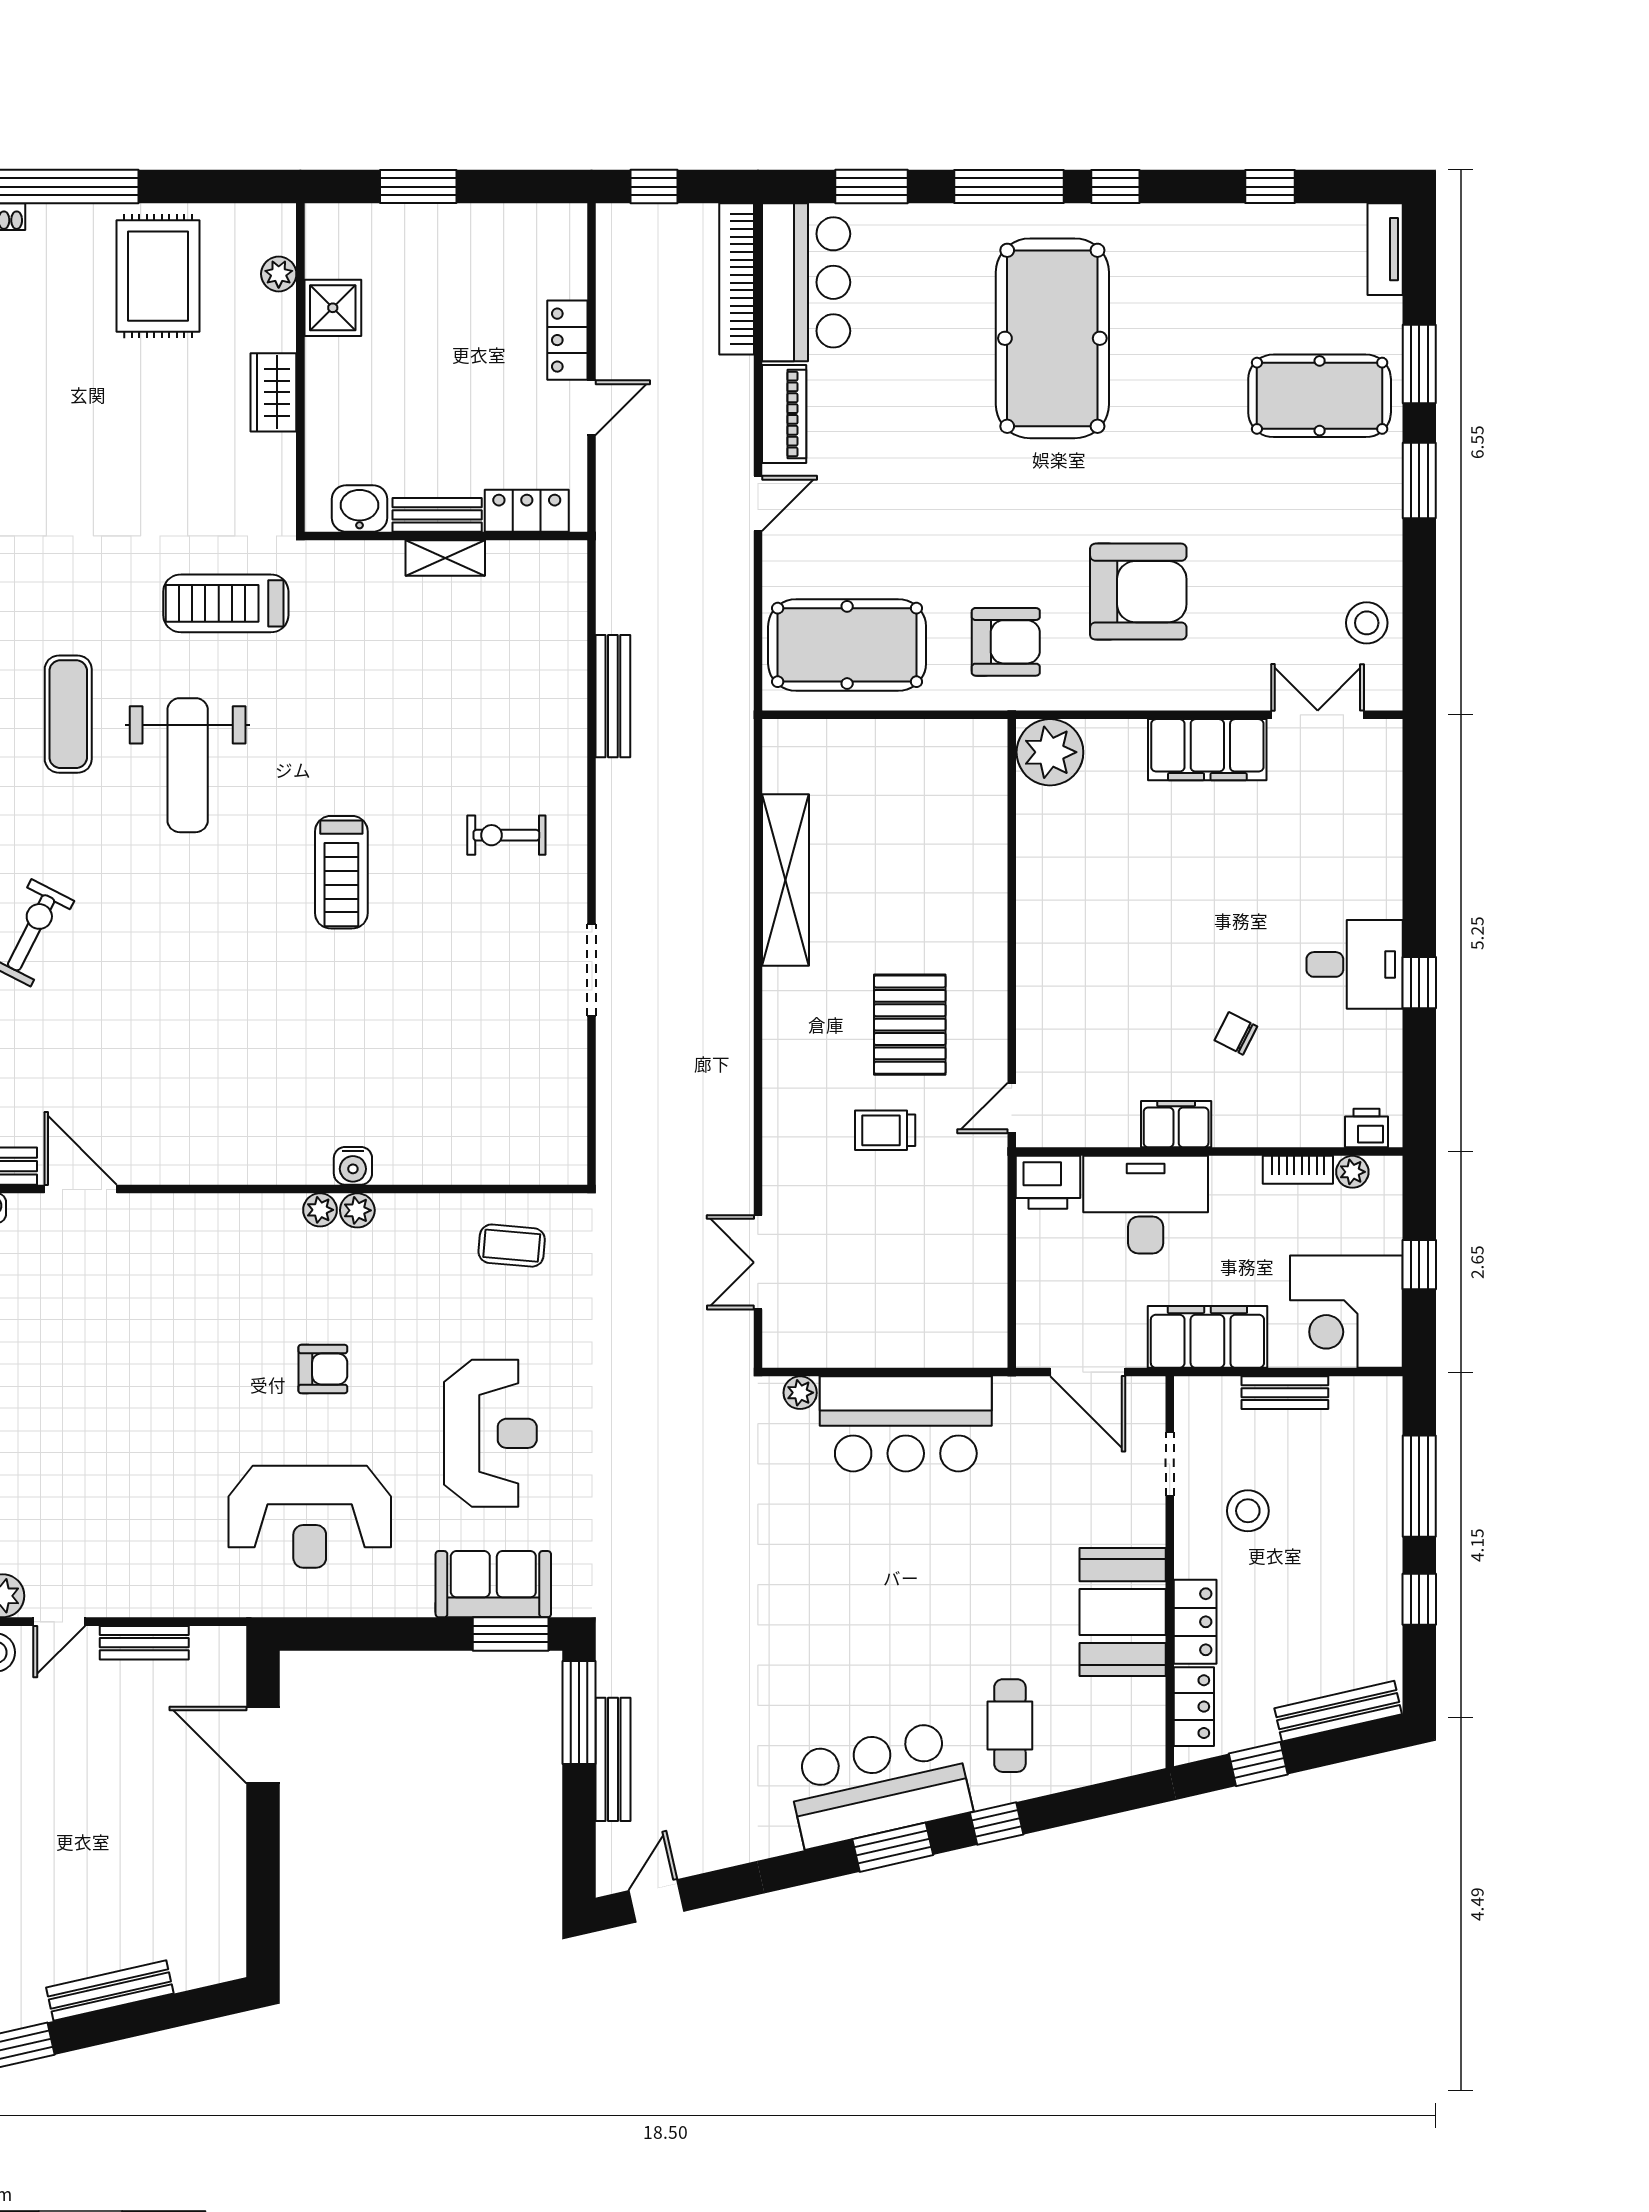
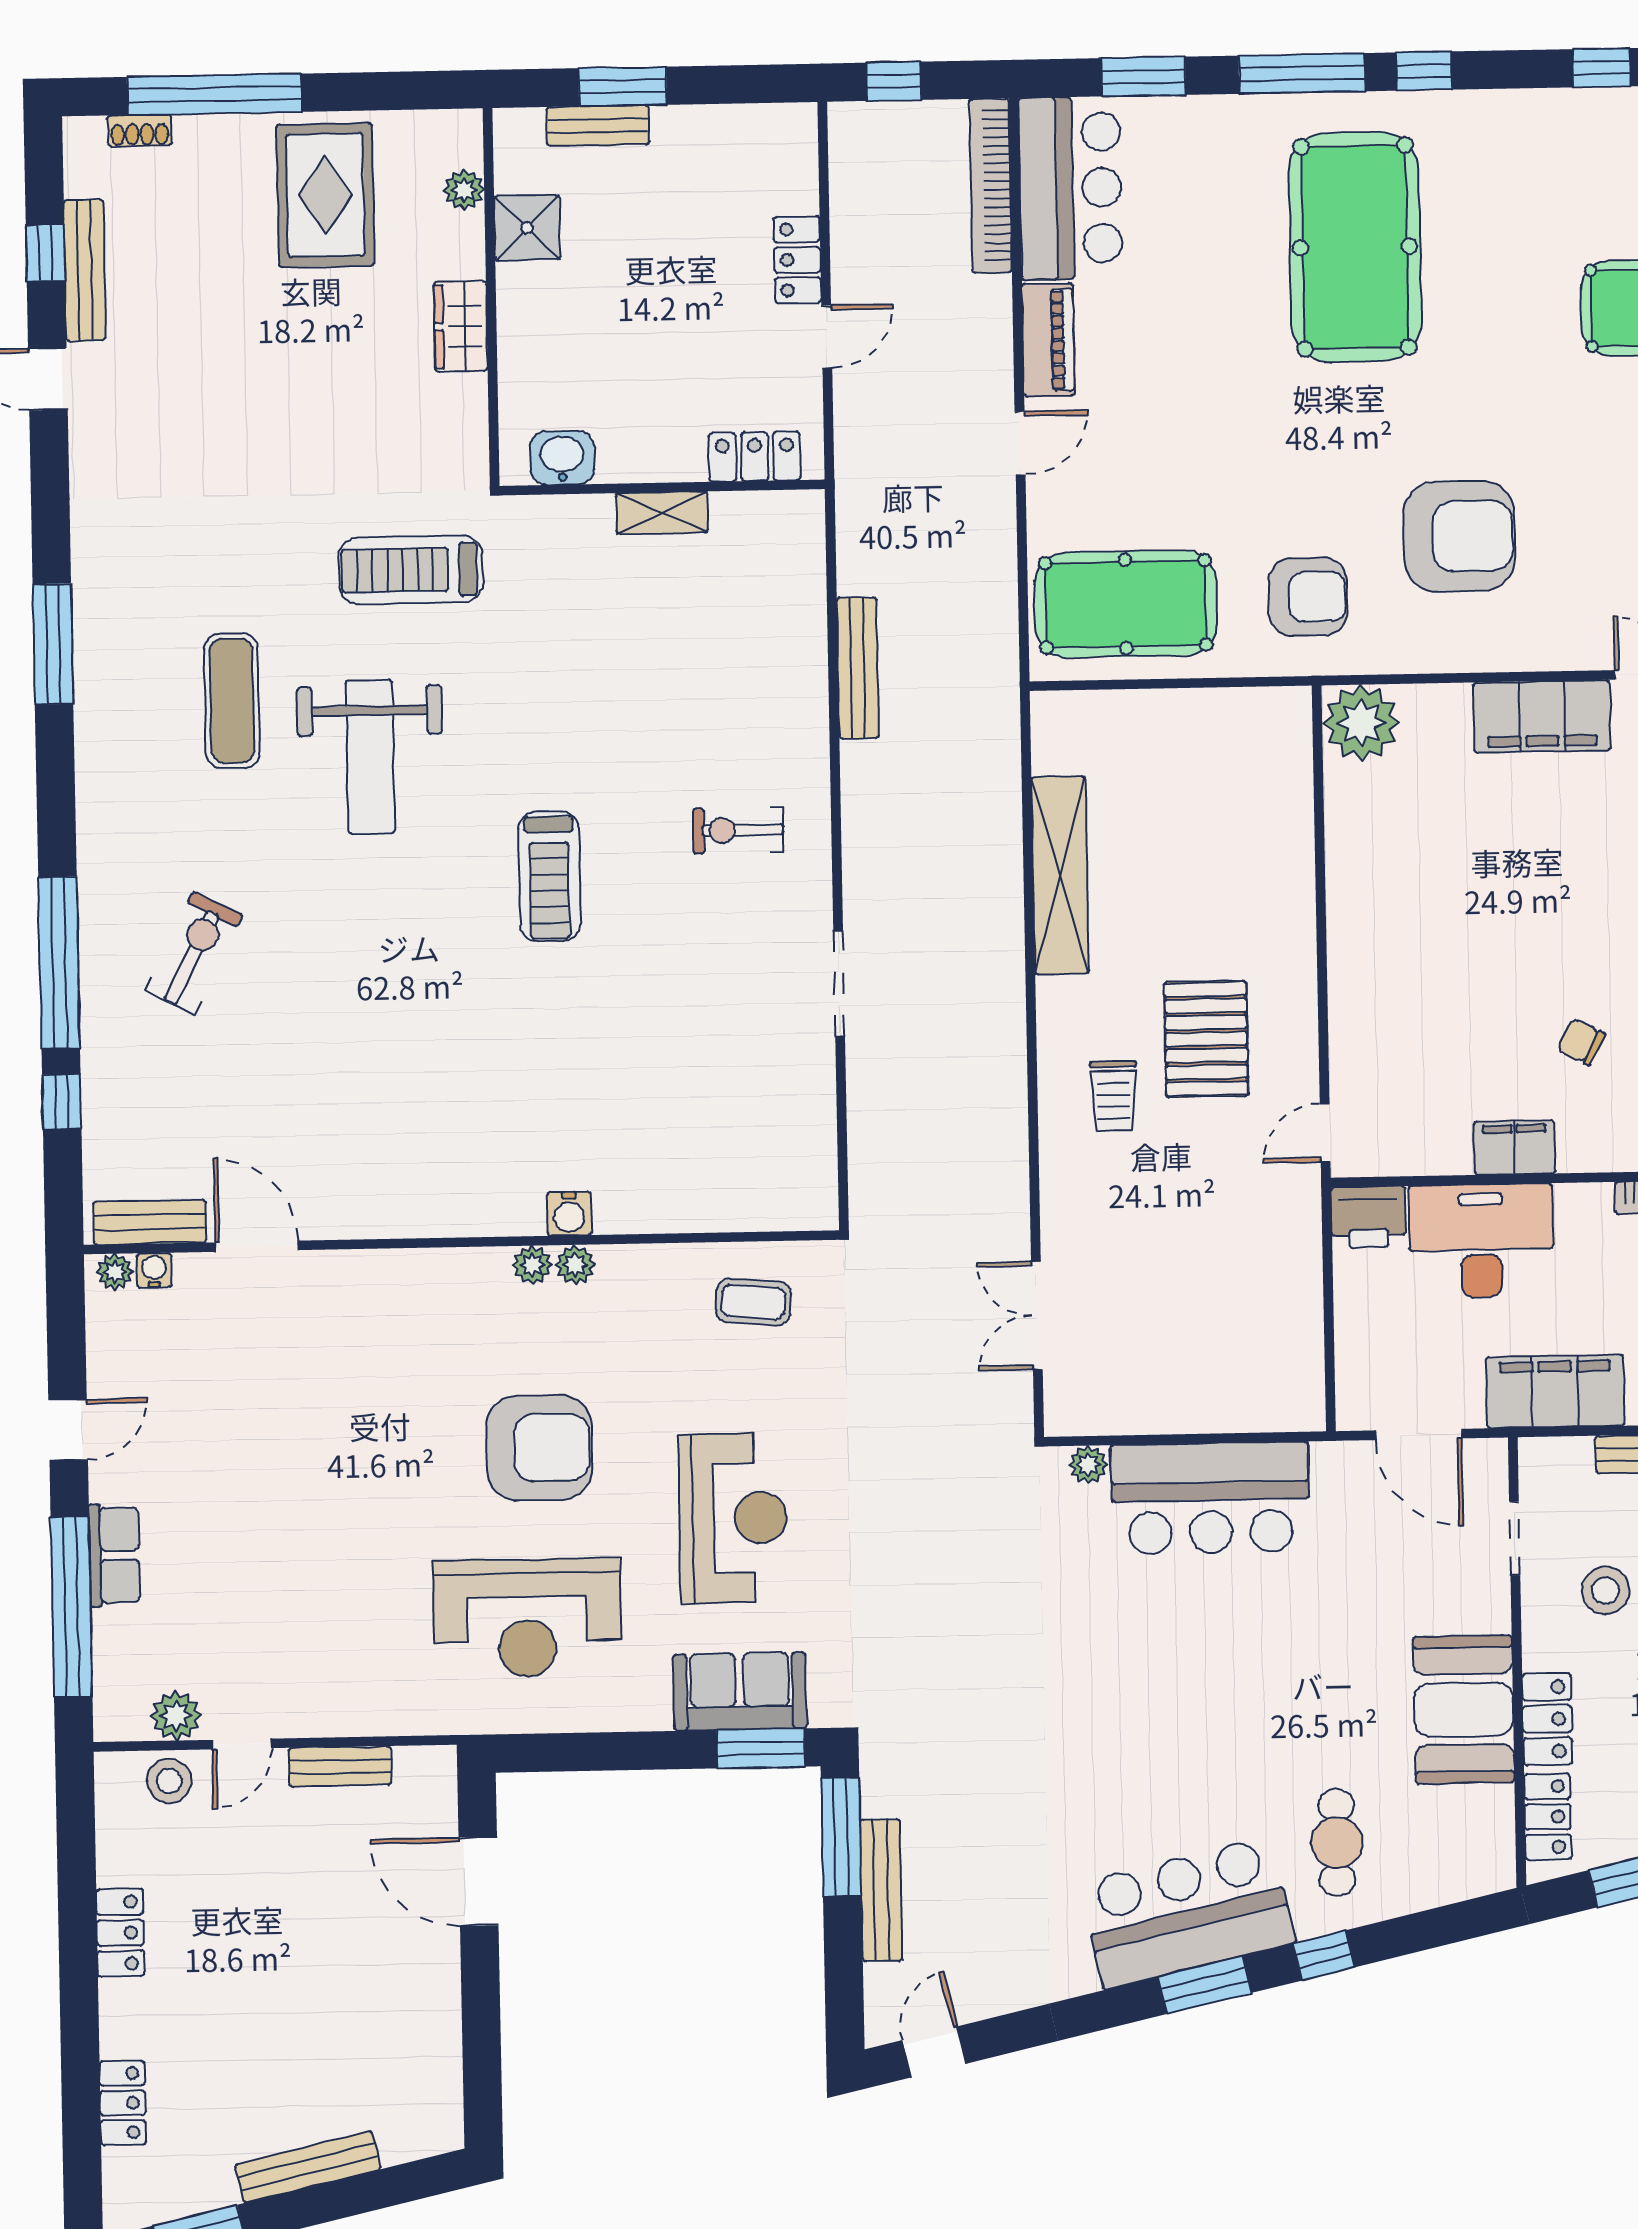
bench: (437, 515) -> (598, 126), moved
trolley: (885, 1130) -> (1114, 1096), moved, turned -90
armchair: (323, 1369) -> (539, 1448), width x1.88, depth x1.88

